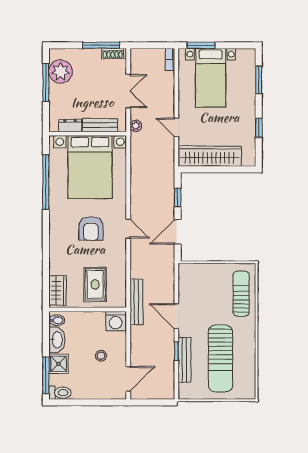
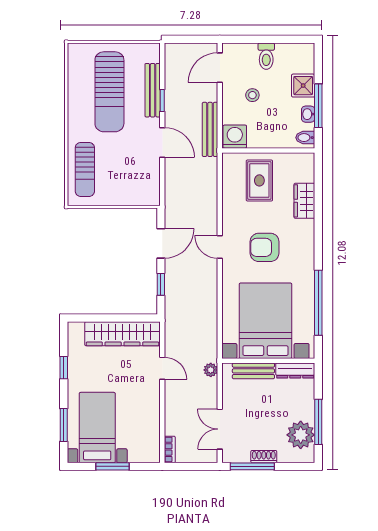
window: (201, 45) -> (113, 466), moved
shoe rack: (113, 53) -> (264, 457), moved
bed with nightstands: (211, 78) -> (97, 428), moved
double door: (128, 91) -> (220, 429), moved
dresser: (70, 125) -> (295, 370), width x1.44
armchair: (91, 228) -> (265, 247), turned -90
wardrobe: (57, 290) -> (304, 201), moved
bench: (136, 302) -> (210, 129), moved
washbasin: (57, 340) -> (308, 114), width x0.52, depth x0.69
sun lounger: (221, 359) -> (109, 92), turned 180
window: (46, 375) -> (318, 106), moved
toilet: (60, 393) -> (266, 56), moved, turned -90

